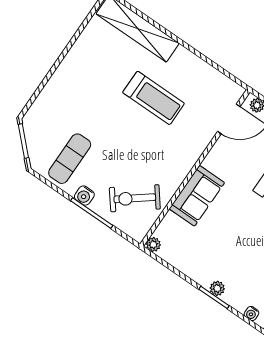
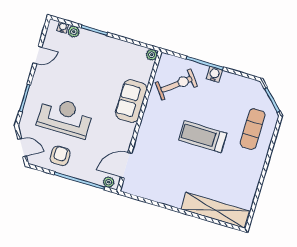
treadmill: (154, 98) -> (203, 137), moved
exercise mat: (70, 159) -> (253, 129), moved
plant: (217, 288) -> (74, 32), moved

